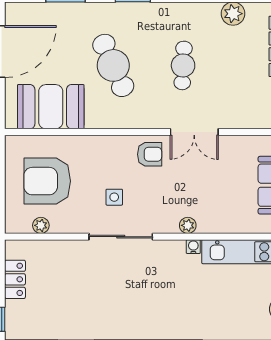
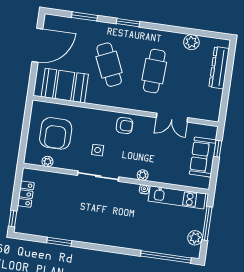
cafe table: (183, 65) -> (154, 71), width x1.37, depth x1.35
double door: (194, 132) -> (172, 118), moved
armchair: (47, 181) -> (56, 133), turned -90

